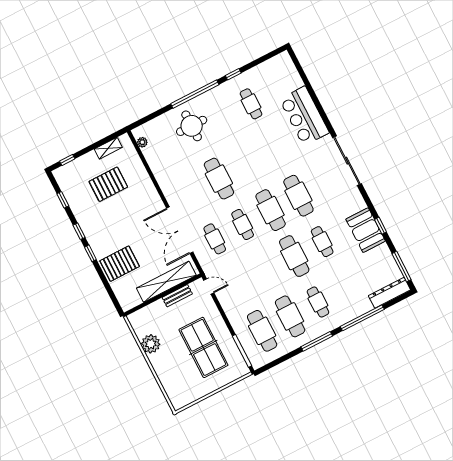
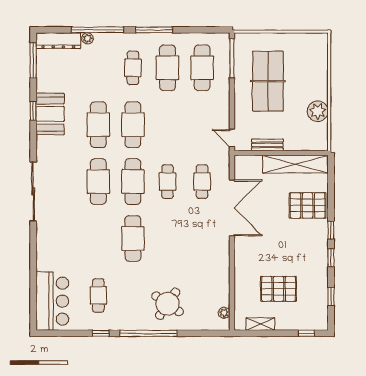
bar counter: (304, 116) -> (52, 301), moved
round table: (192, 126) -> (168, 304), turned 34
cafe table: (219, 179) -> (133, 239), moved
cafe table: (322, 242) -> (98, 125), width x1.37, depth x1.35
shelving: (166, 282) -> (295, 164), moved
plant: (367, 307) -> (87, 38), added

